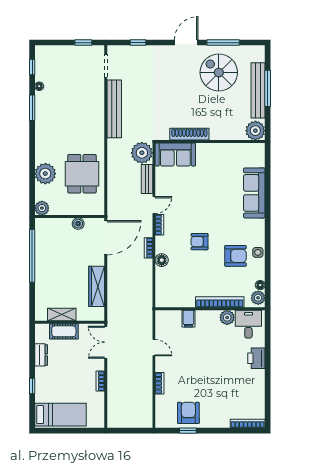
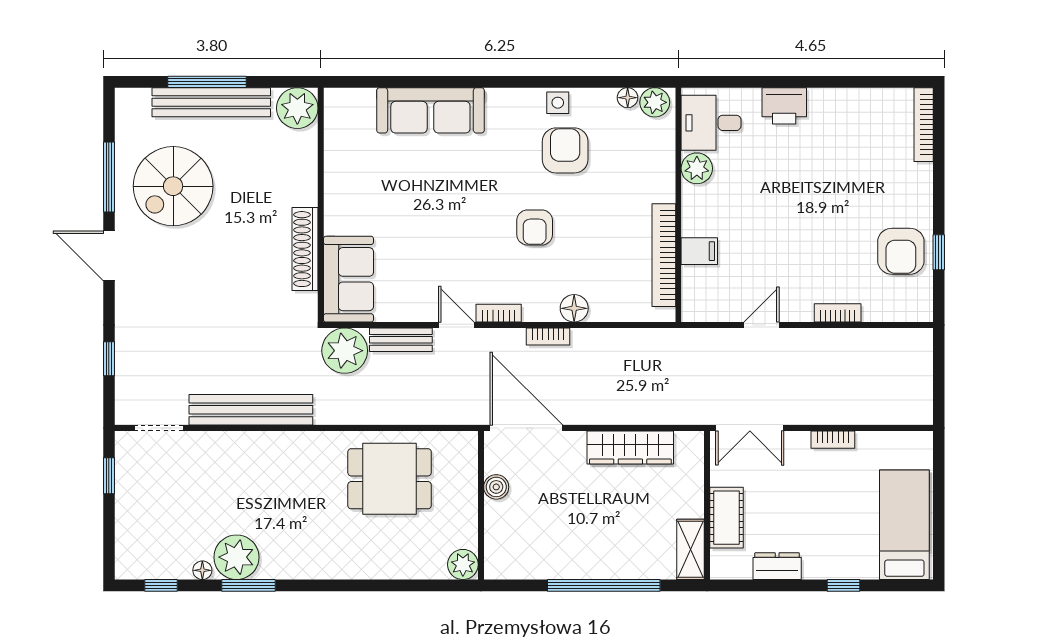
plant: (45, 174) -> (236, 557), moved
window: (32, 256) -> (604, 585), moved
bookcase: (220, 302) -> (664, 255), moved
shelving: (62, 314) -> (690, 549), moved
armchair: (188, 413) -> (901, 251), turned -90

